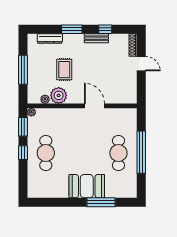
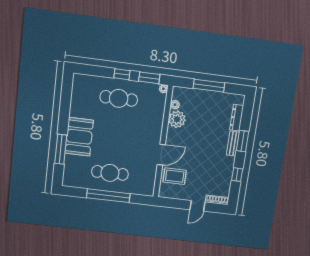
bench: (96, 38) -> (233, 144), moved
rug: (64, 70) -> (175, 176), moved

